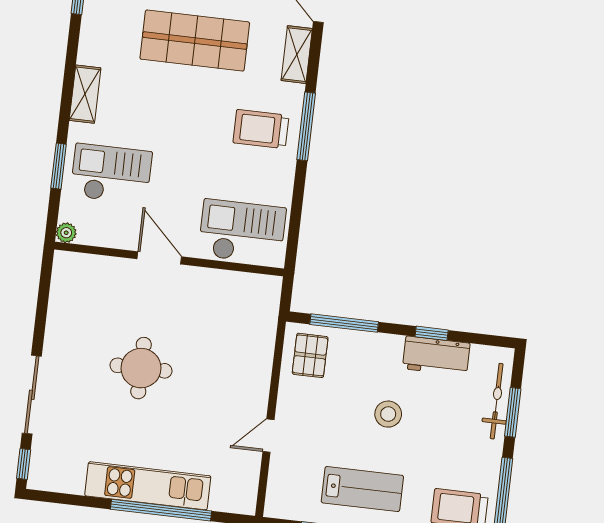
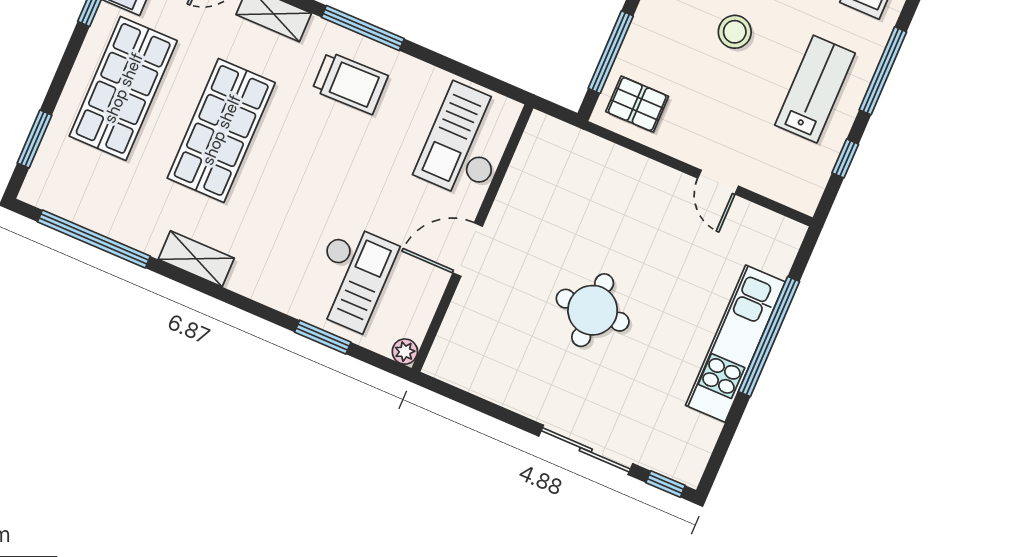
shelving: (85, 94) -> (196, 259), moved
trolley: (261, 129) -> (350, 83), turned -91
checkout: (111, 174) -> (351, 277), turned 180

